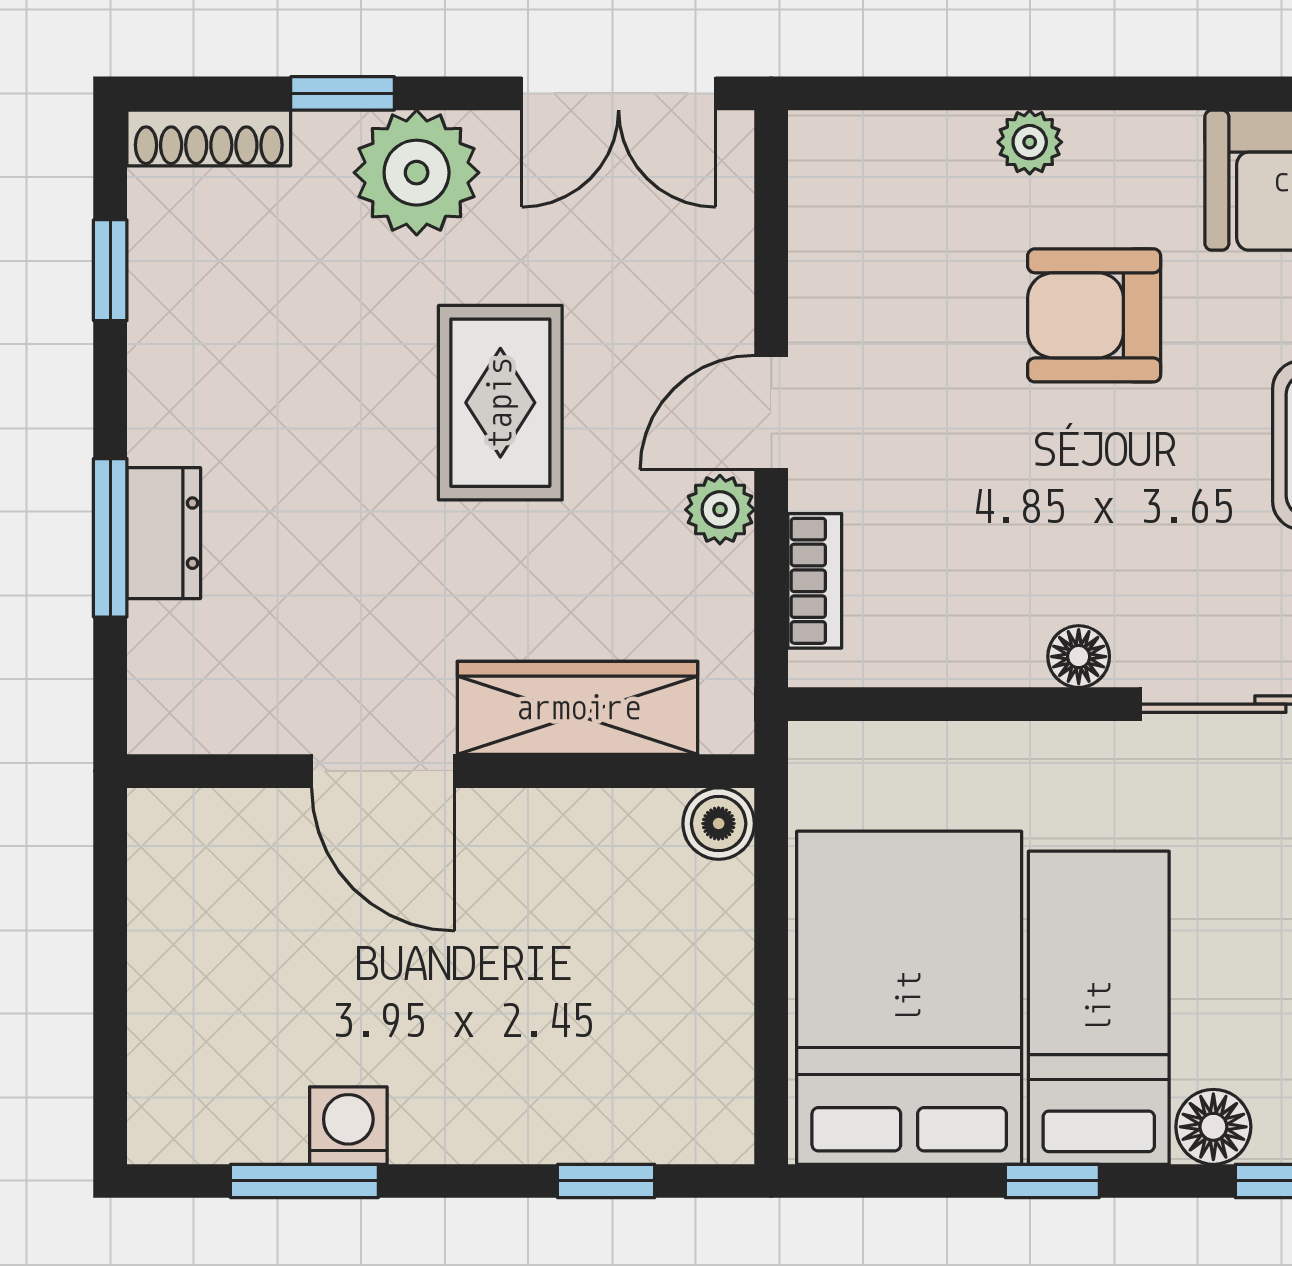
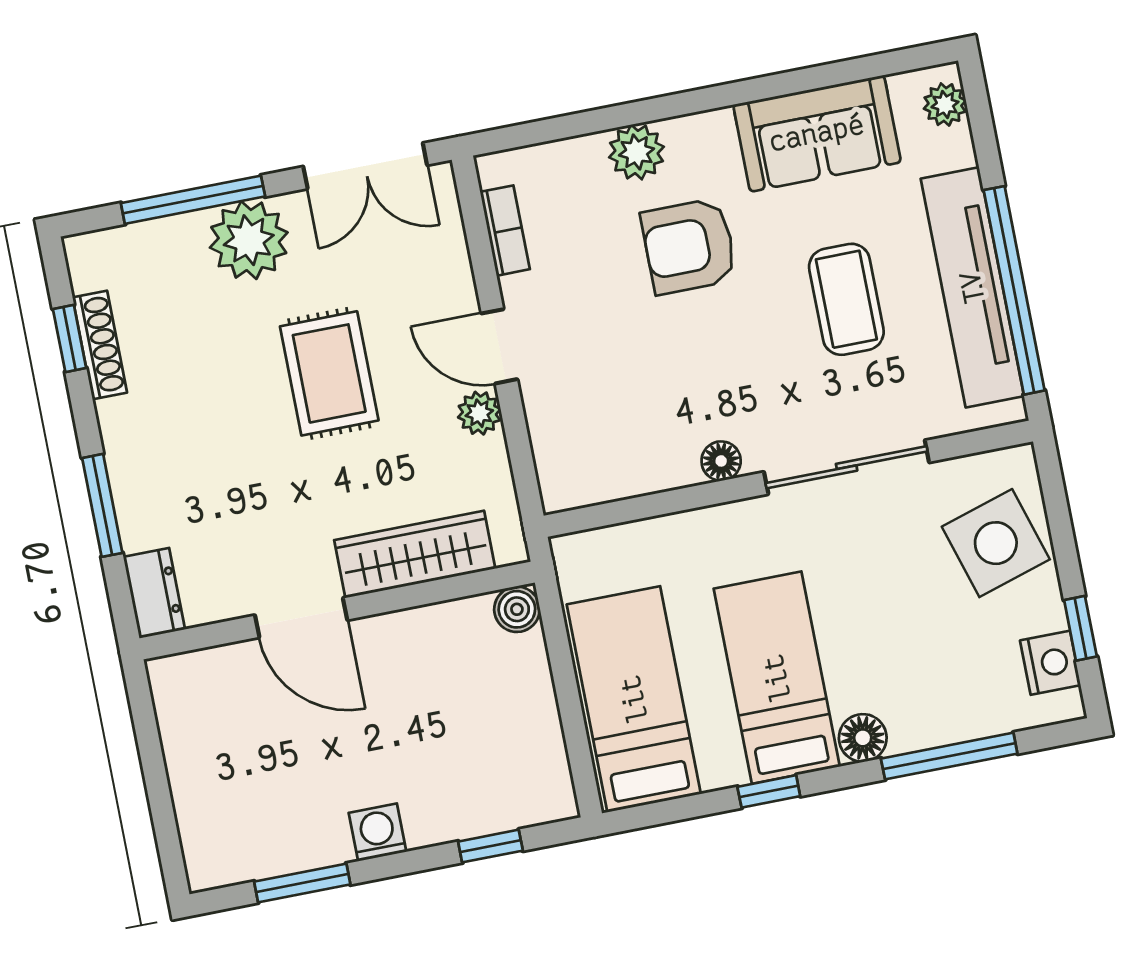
window: (343, 93) -> (193, 200), width x2.17
shoe rack: (209, 138) -> (100, 345), moved, turned -90
plant: (1030, 142) -> (637, 152), width x1.38, depth x1.38
door: (771, 412) -> (499, 346), hinge flipped
dresser: (164, 533) -> (154, 593), moved
bookcase: (815, 581) -> (505, 231), moved
bed: (909, 998) -> (634, 699), width x0.67
washing machine: (348, 1126) -> (377, 832), moved

